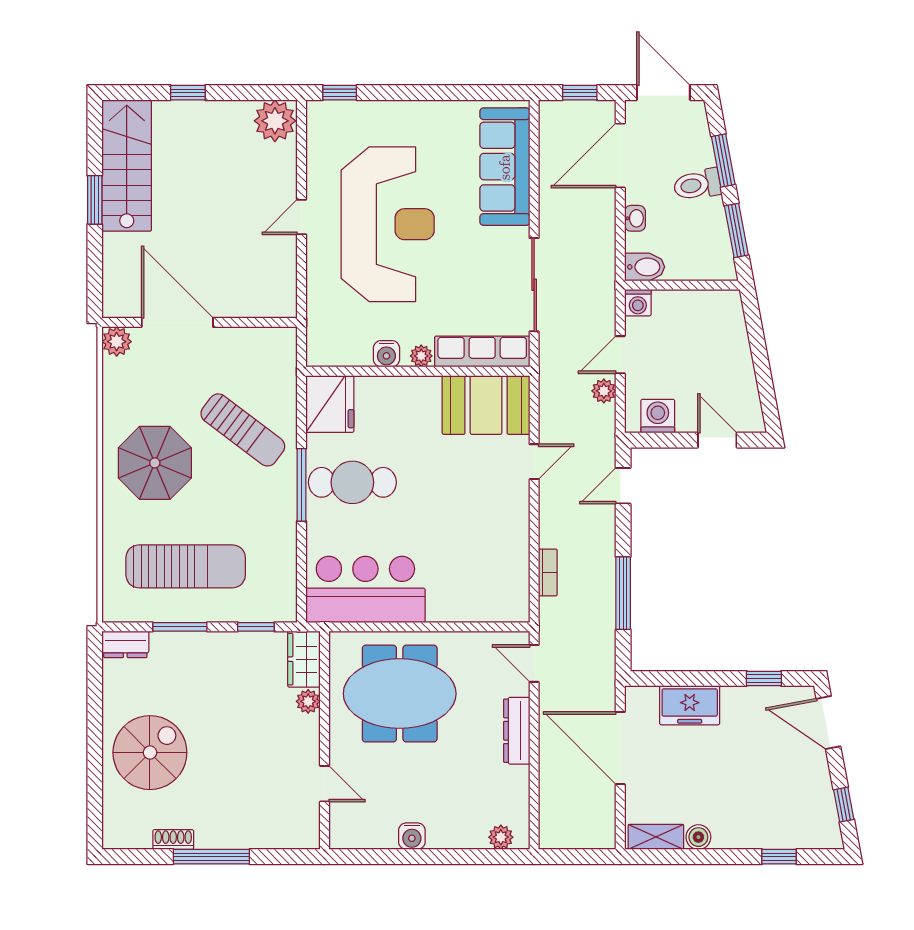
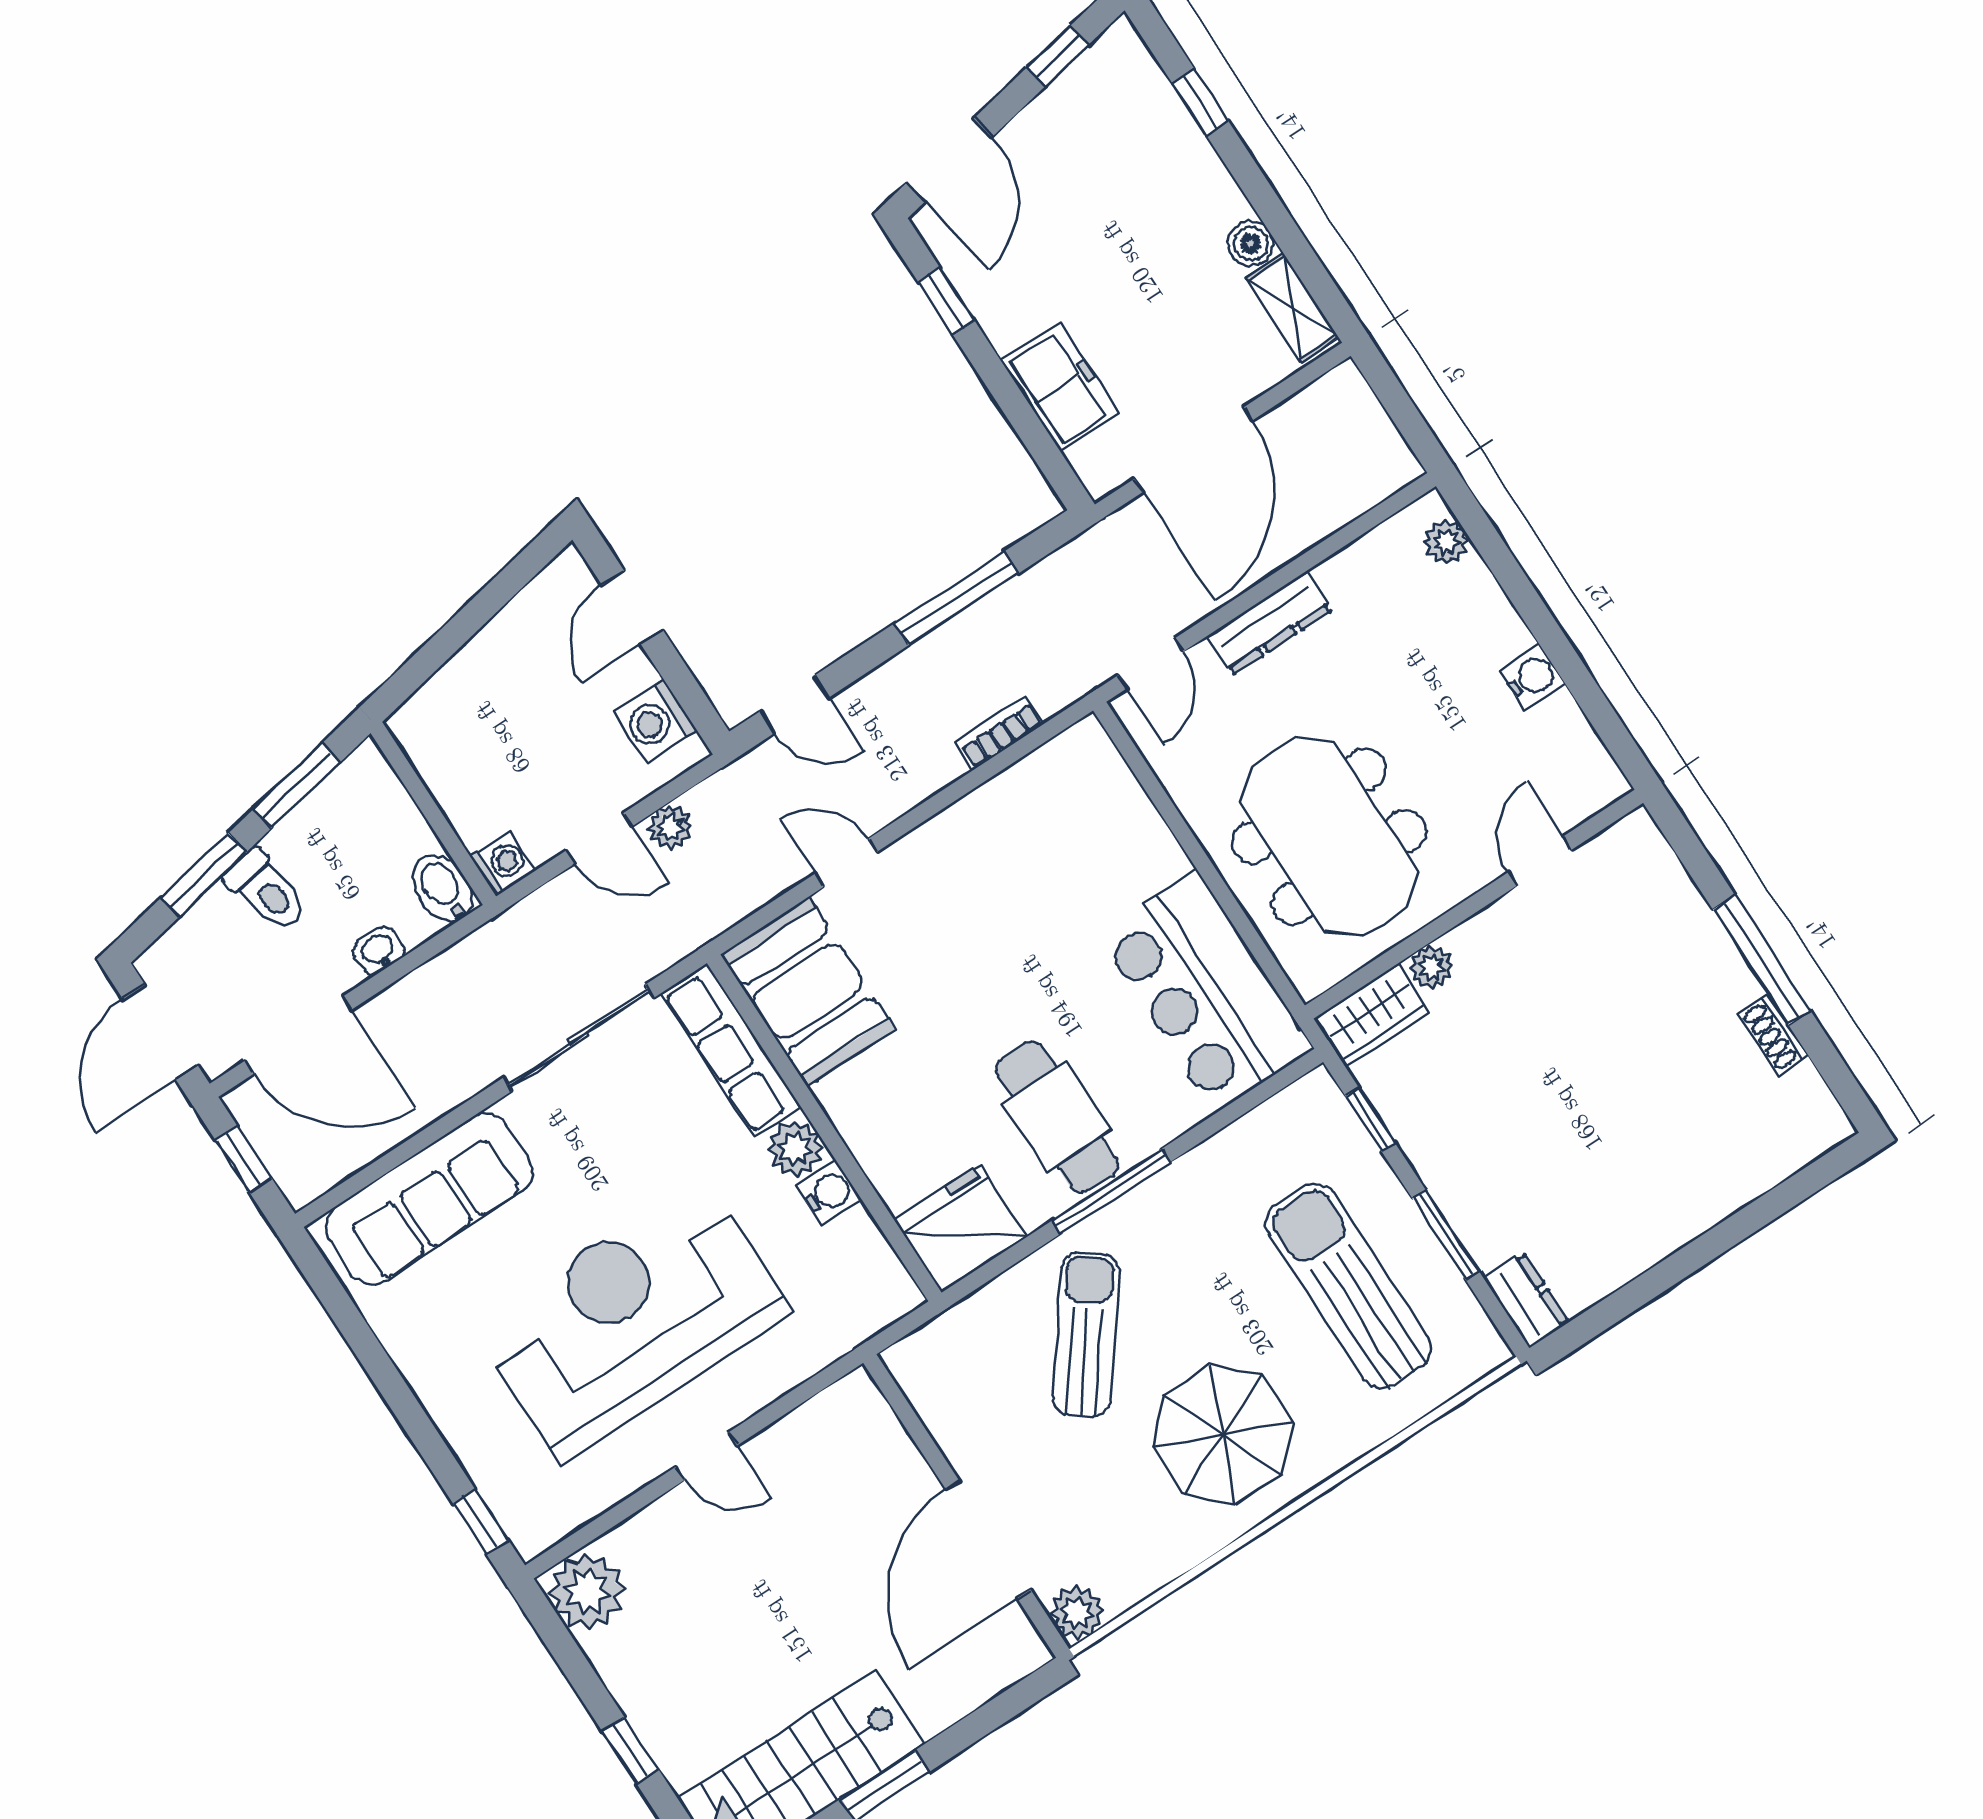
plant: (421, 356) -> (796, 1148), width x1.38, depth x1.38
spiral stairs: (150, 753) -> (1665, 1156), removed

